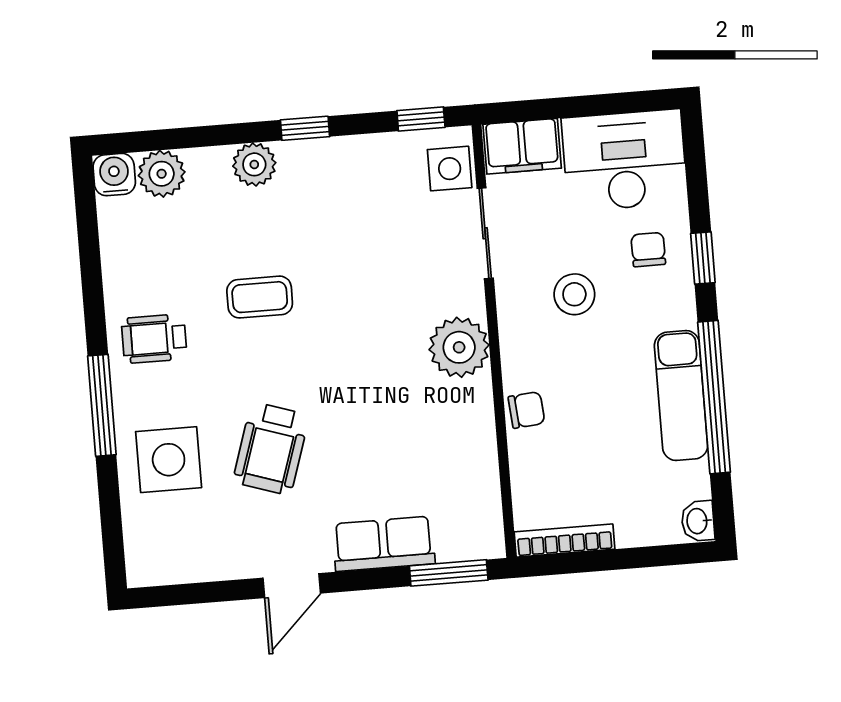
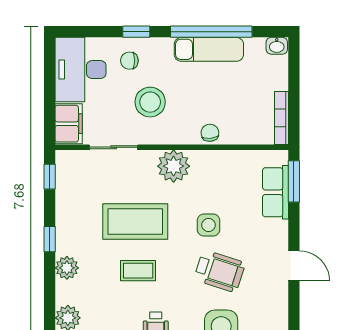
side table: (450, 169) -> (209, 225), moved
coffee table: (350, 285) -> (135, 222), added
stool: (574, 294) -> (150, 102), width x1.38, depth x1.38
coffee table: (260, 297) -> (138, 271), turned 90
row of seats: (384, 544) -> (275, 192), moved

